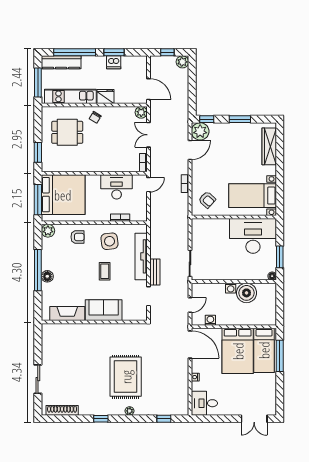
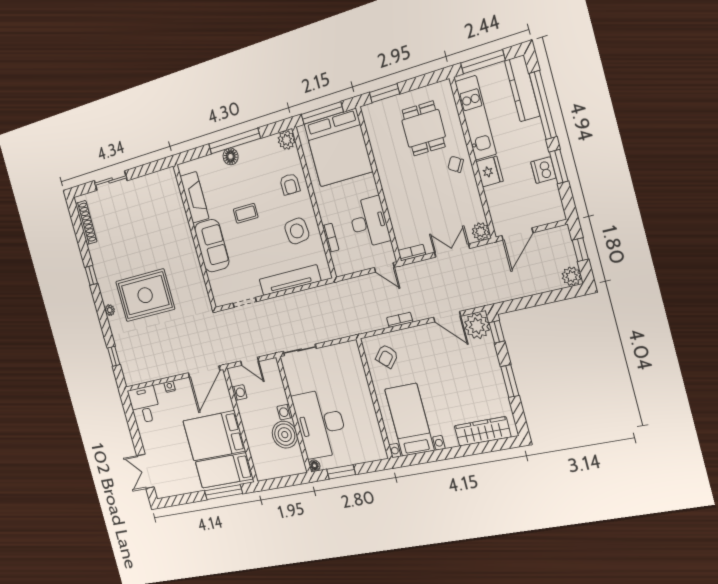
desk: (253, 236) -> (320, 424), moved, turned 180
coffee table: (105, 271) -> (246, 213), moved
bench: (155, 272) -> (276, 304), removed

